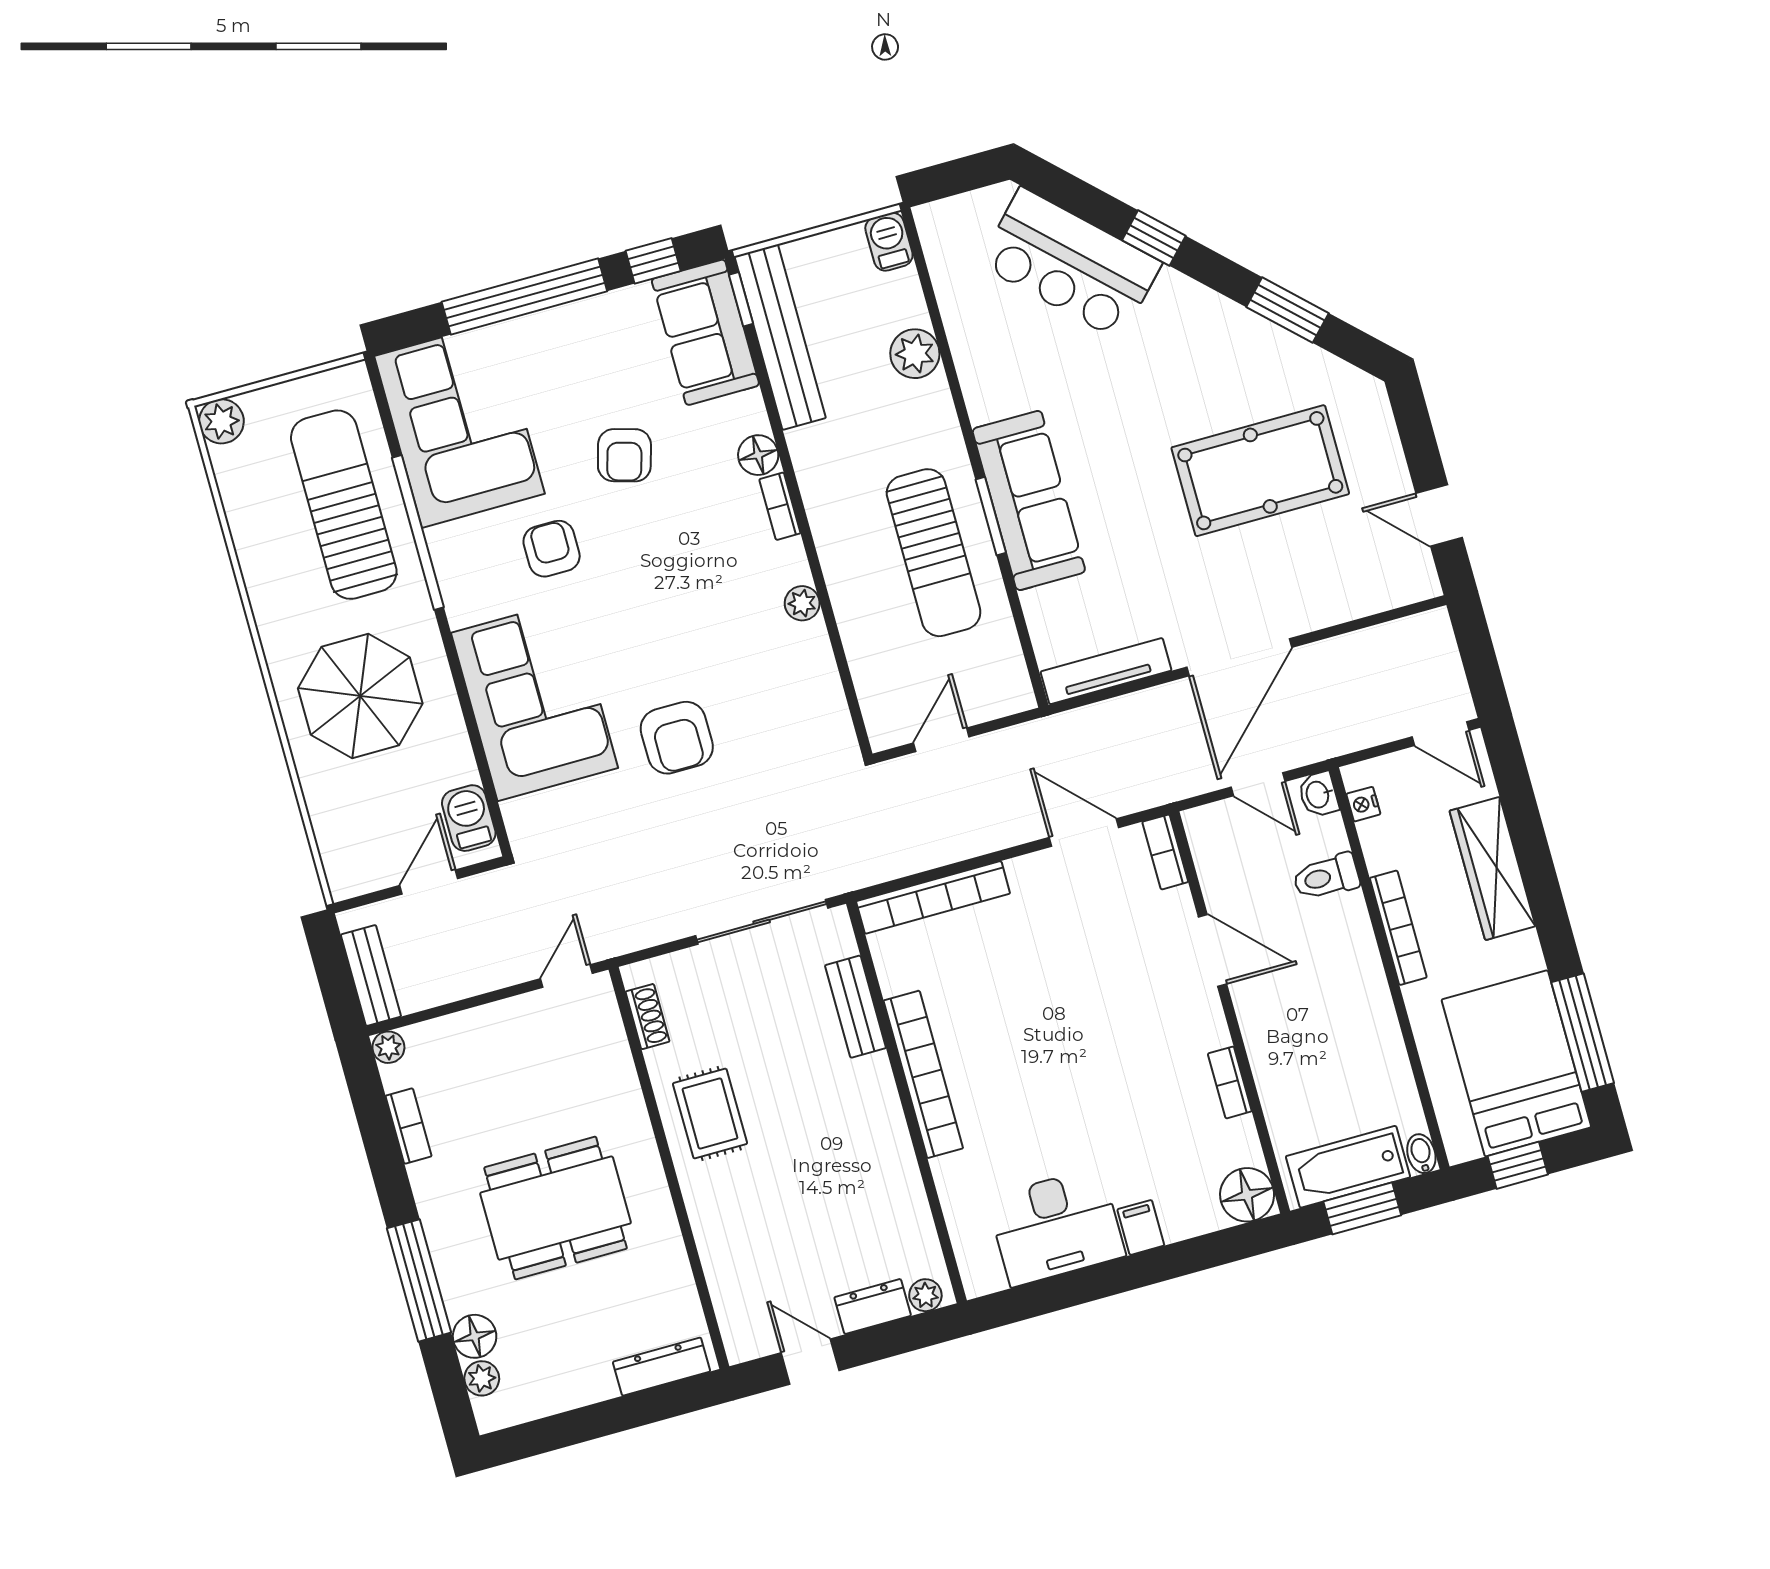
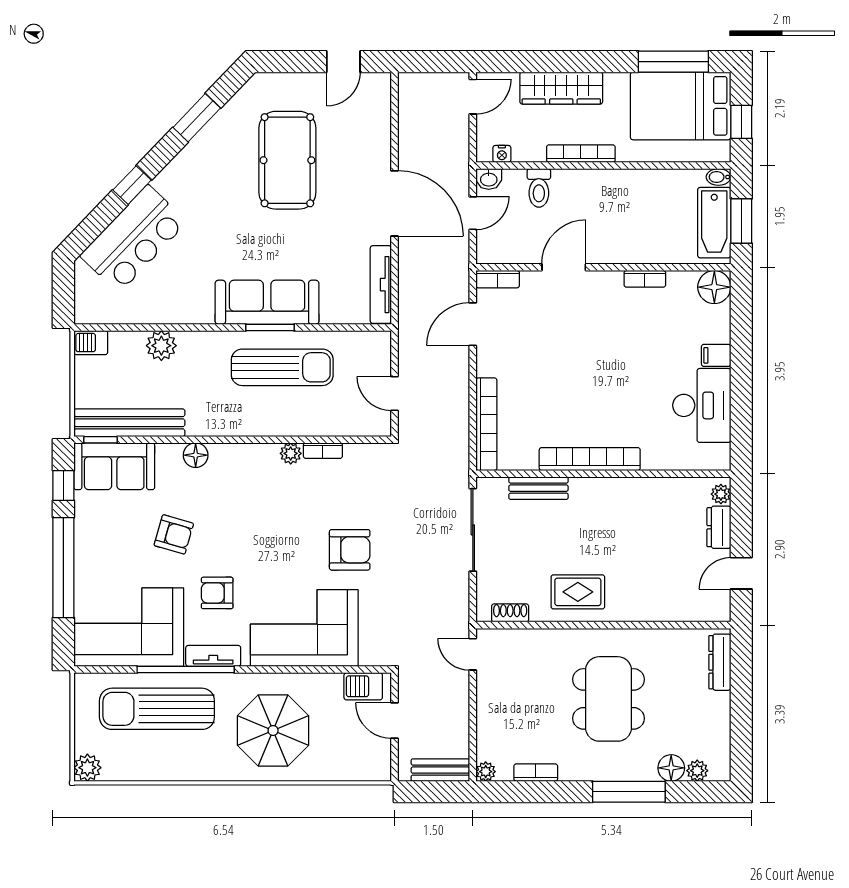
bookcase: (780, 506) -> (323, 451), moved
tv unit: (451, 570) -> (213, 656), added

